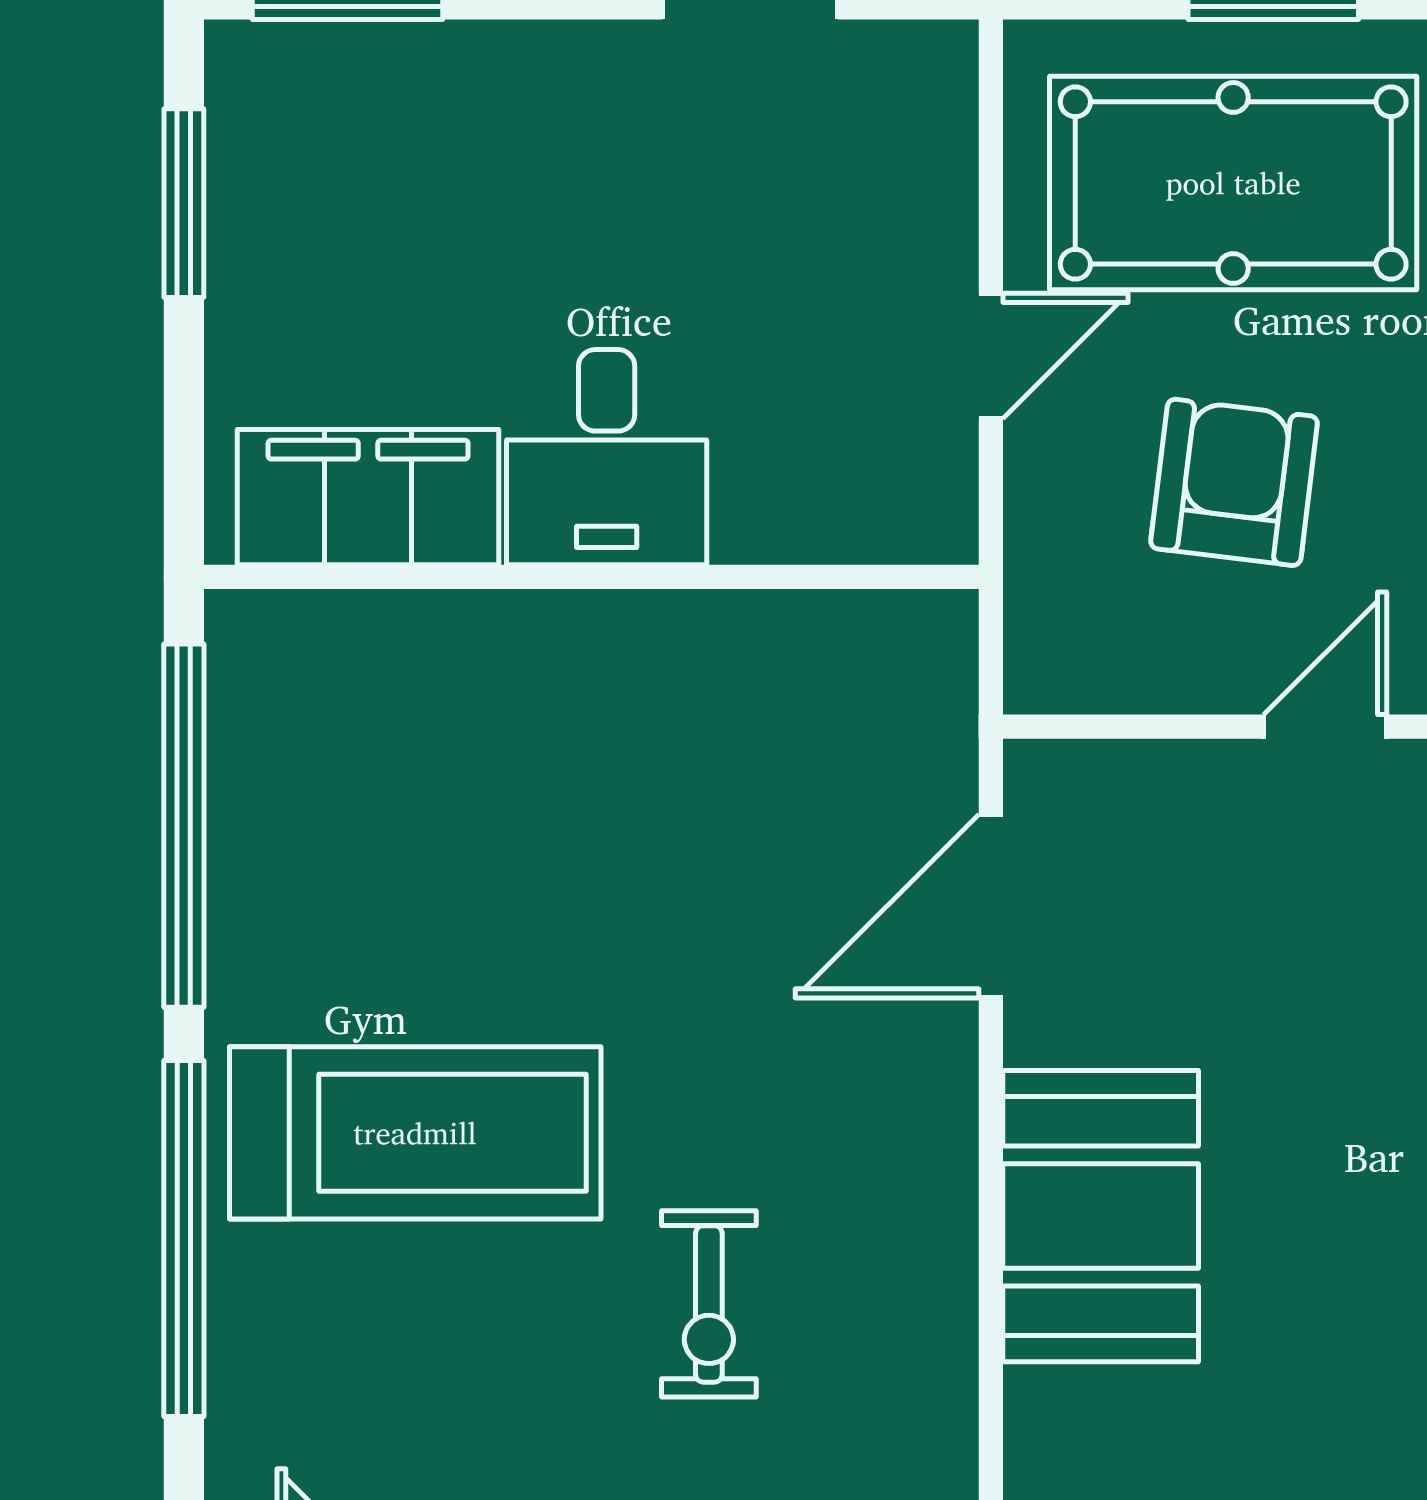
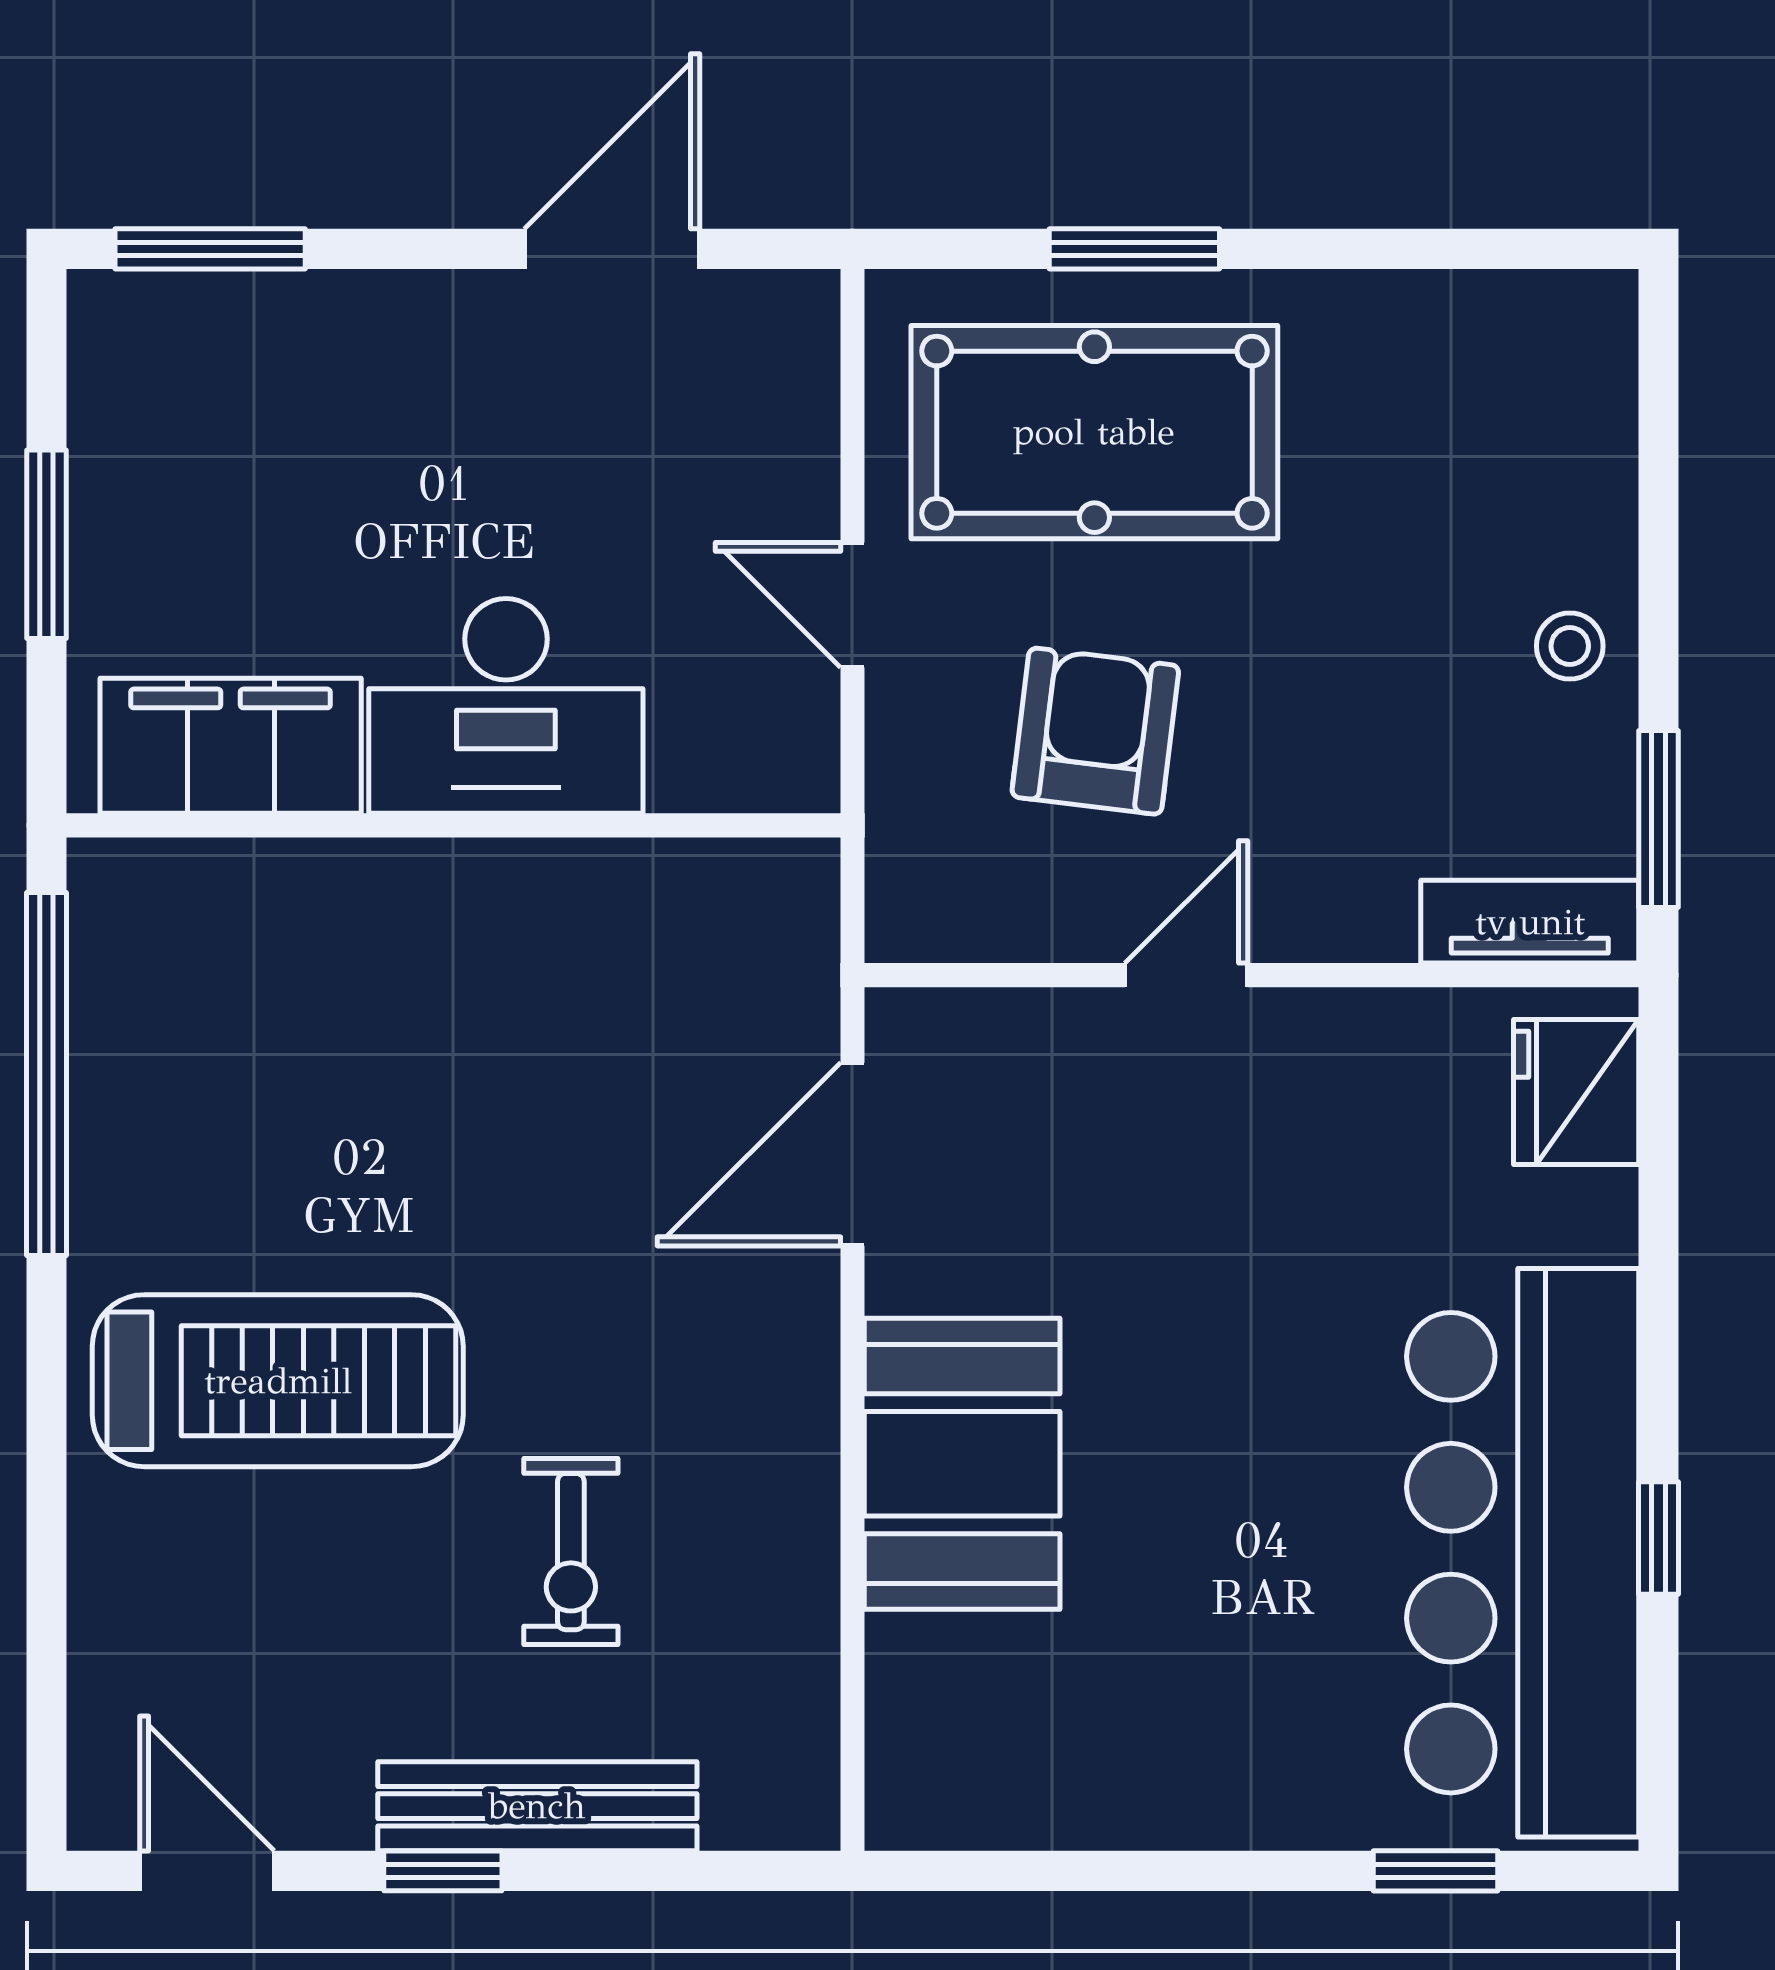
window: (184, 203) -> (46, 544), moved
door: (991, 356) -> (852, 605), swing flipped
desk: (607, 457) -> (506, 706), width x1.37
window: (184, 1238) -> (46, 1486), removed

